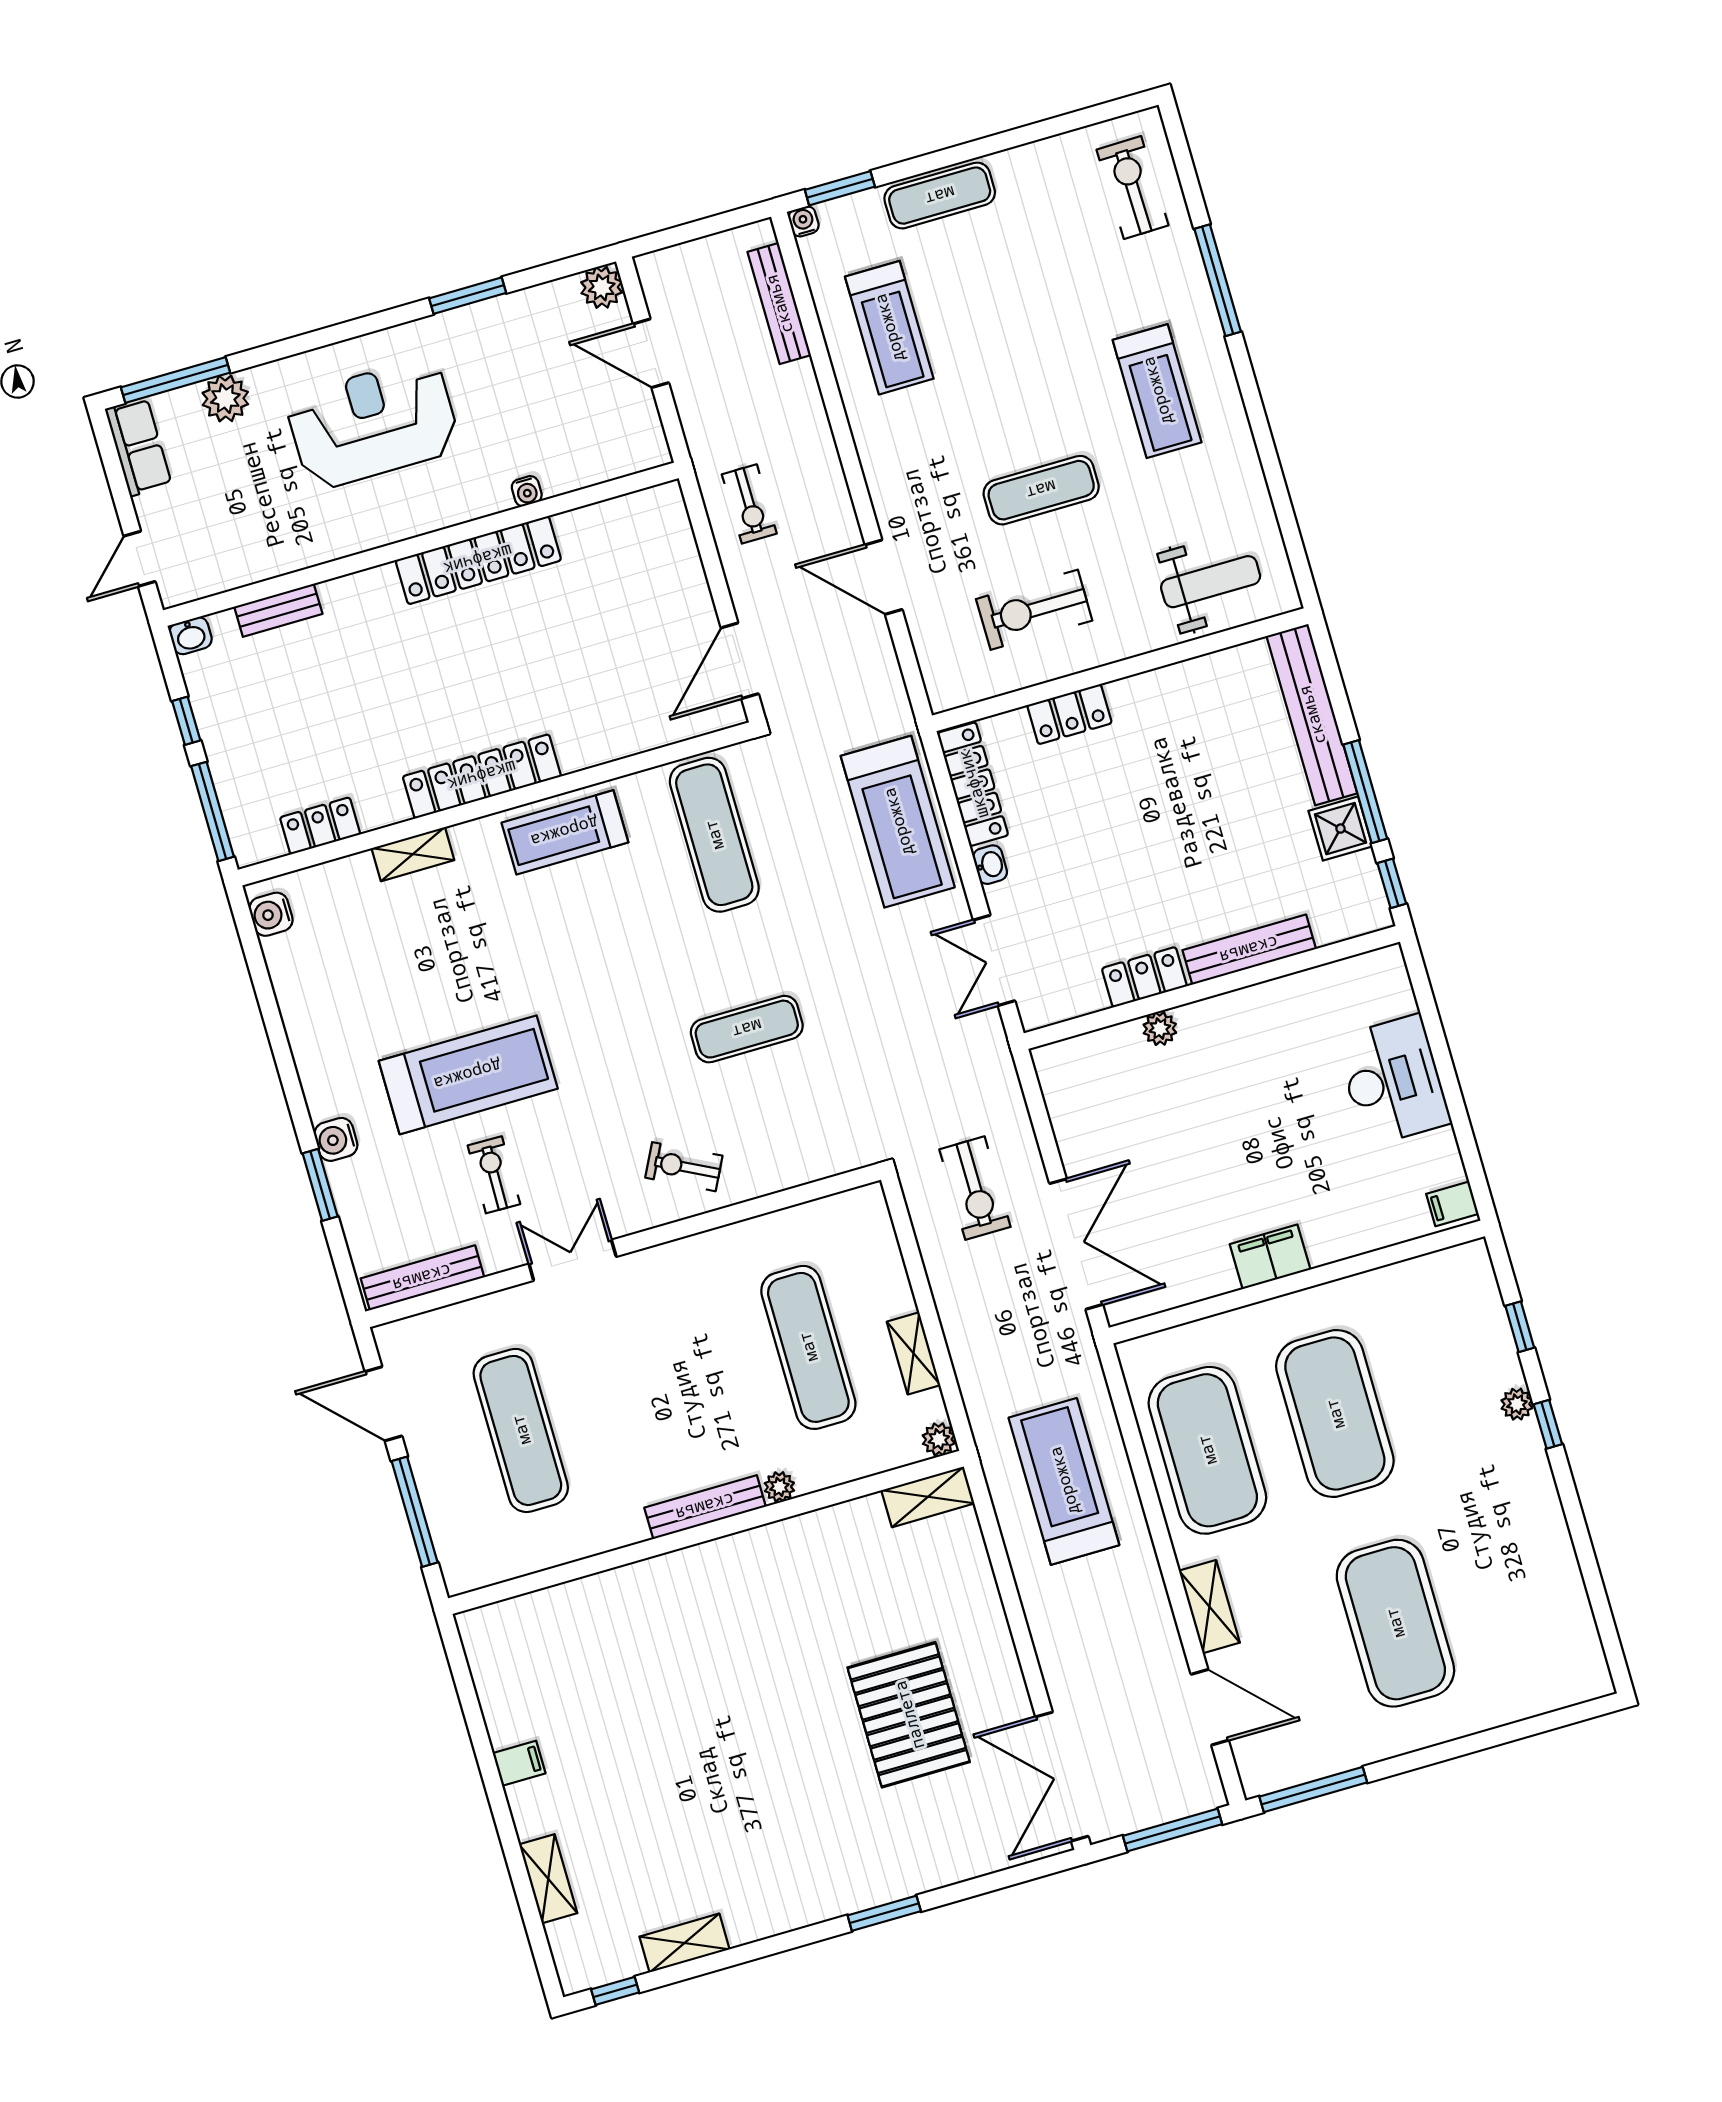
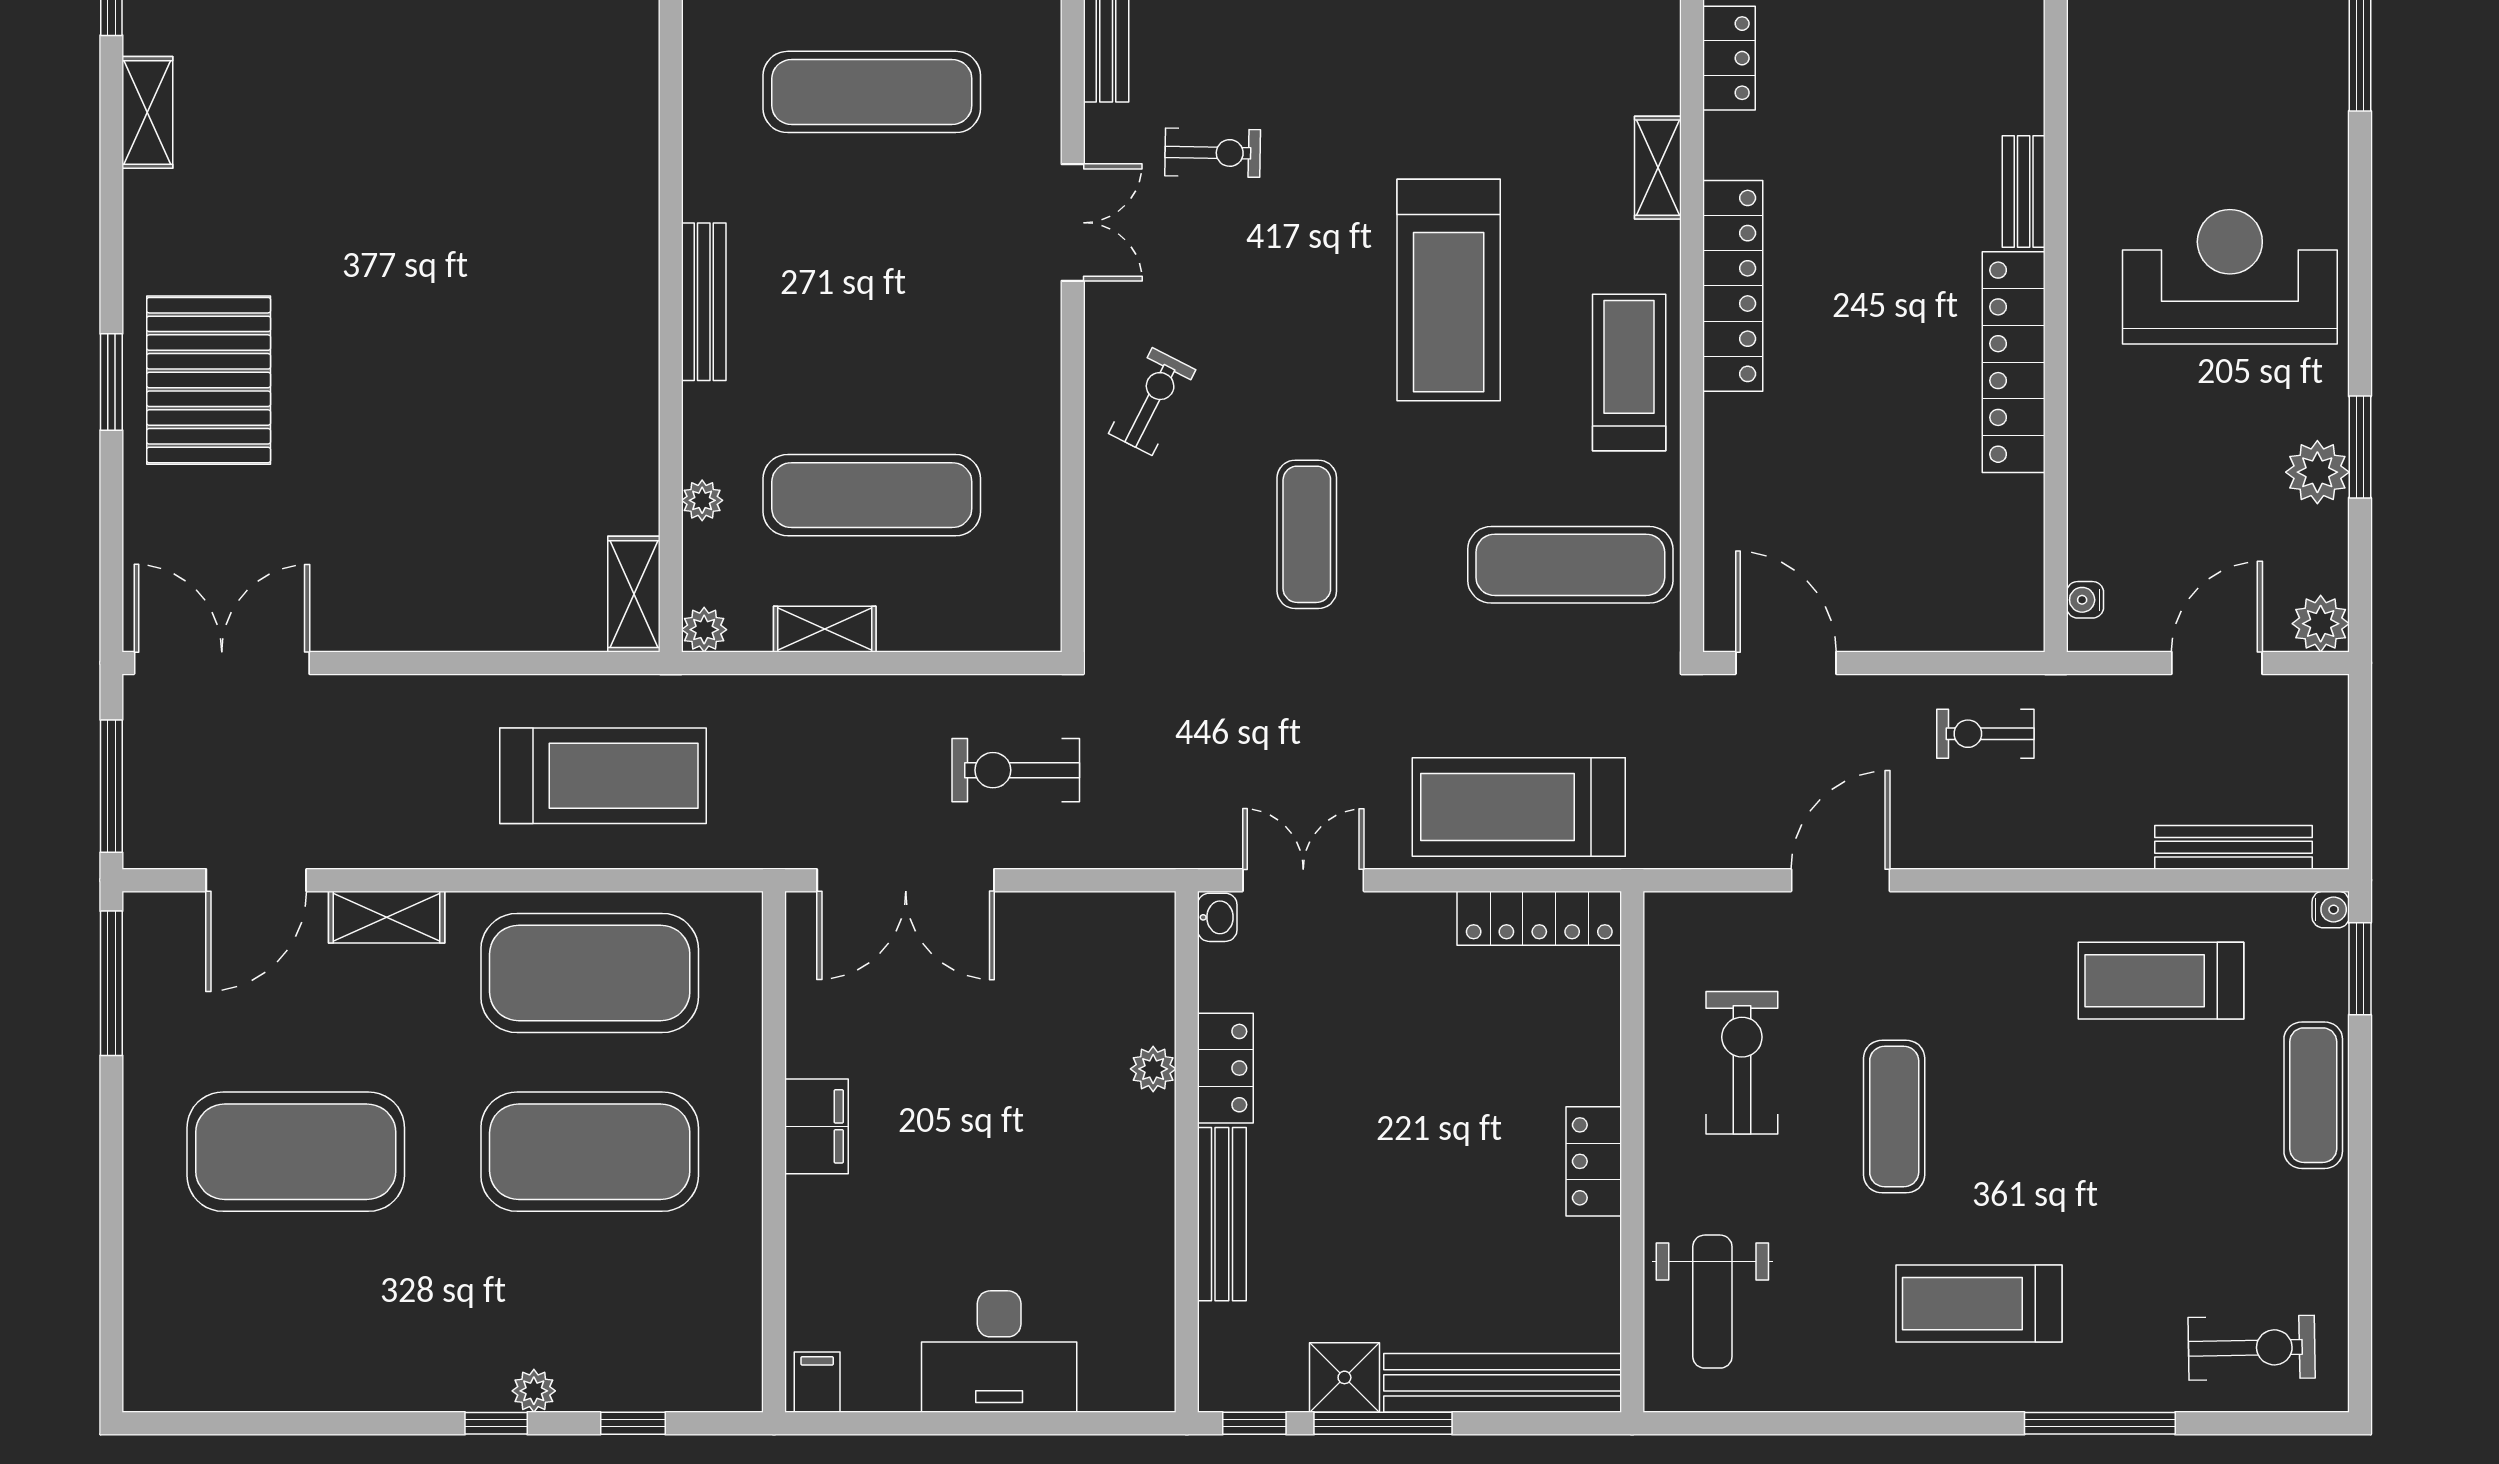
plant: (225, 399) -> (2317, 472), moved
reception desk: (373, 424) -> (2230, 277), turned -90
water cooler: (527, 491) -> (2085, 600), moved
bench: (278, 610) -> (2024, 191), moved
locker: (1069, 714) -> (1594, 1161), moved
washbasin: (990, 865) -> (1217, 917), moved, turned -90
treadmill: (468, 1075) -> (1449, 290), moved
plant: (779, 1487) -> (702, 500), moved
pallet: (909, 1715) -> (209, 380), moved, turned 90

